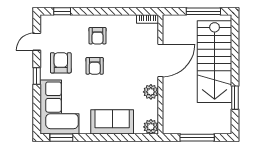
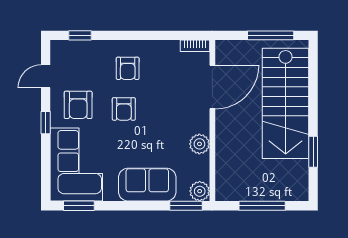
door: (160, 60) -> (212, 87), moved
armchair: (61, 63) -> (78, 105), turned 180
window: (141, 138) -> (186, 206), added

